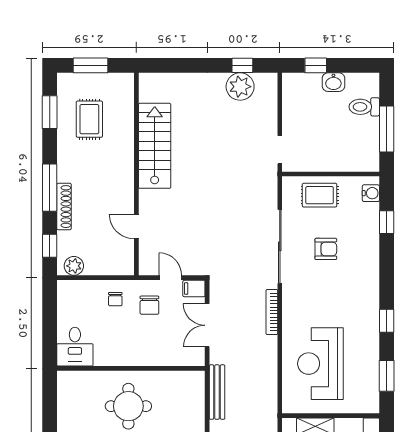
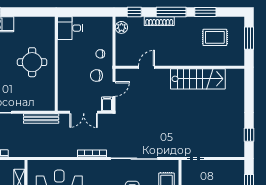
plant: (240, 87) -> (236, 133), removed
window: (50, 112) -> (205, 12), moved
double door: (207, 325) -> (84, 112), swing flipped

